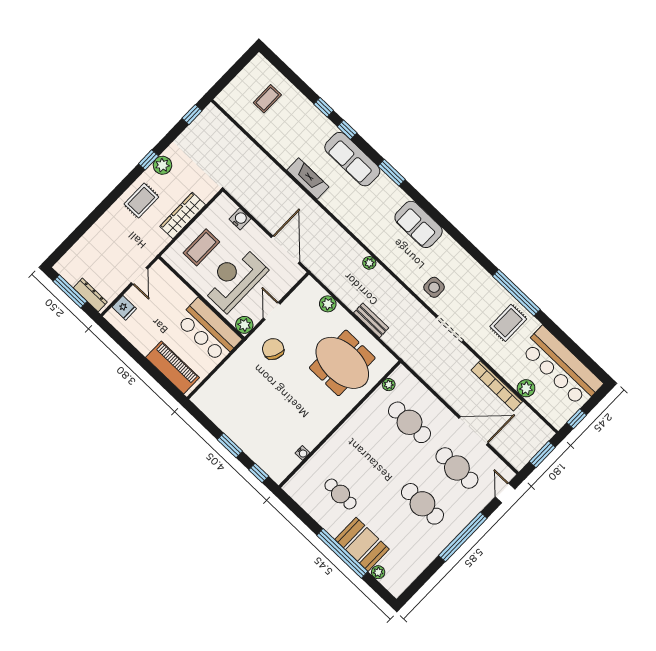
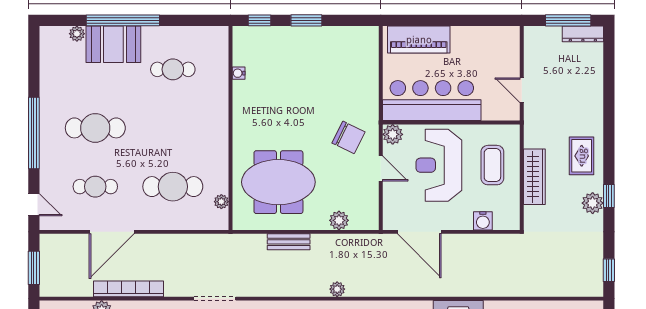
reception desk: (234, 279) -> (439, 165), turned 180
dresser: (90, 295) -> (583, 34), moved
fridge: (124, 308) -> (509, 51), removed
bar counter: (208, 330) -> (432, 101), width x1.36
cafe table: (457, 468) -> (95, 187), width x0.73, depth x0.74

